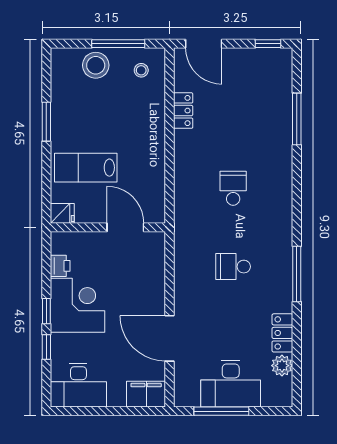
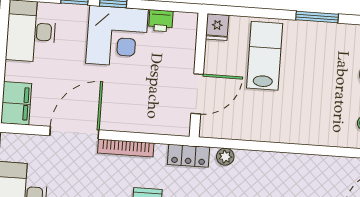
locker: (183, 111) -> (188, 156), moved
plant: (182, 197) -> (225, 157), added
bookcase: (180, 290) -> (126, 148), added

